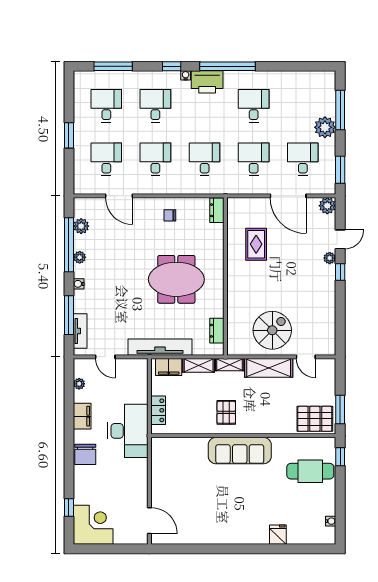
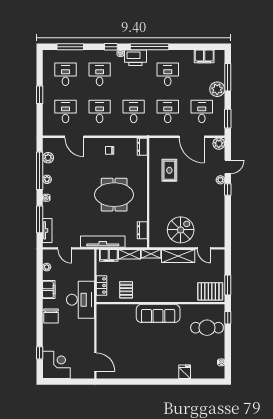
filing cabinet: (306, 80) -> (204, 56), added
pallet: (226, 412) -> (126, 290), moved

